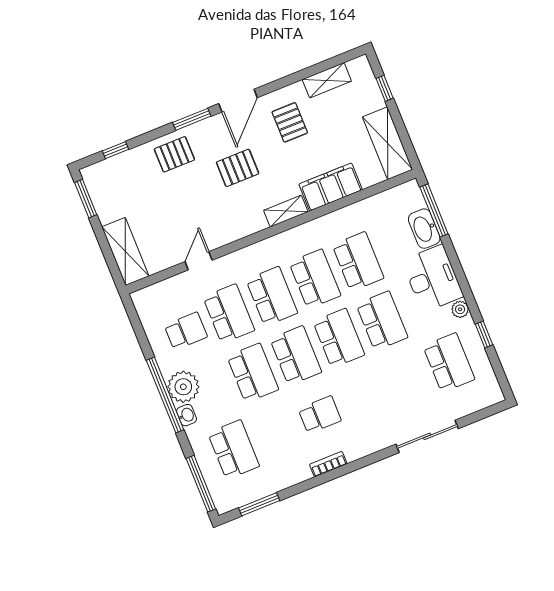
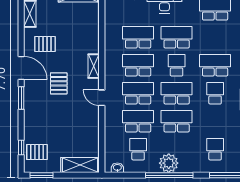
pallet: (174, 154) -> (37, 152), moved, turned 90
filing cabinet: (331, 187) -> (90, 36), removed
door: (199, 261) -> (102, 98), moved
school desk: (339, 338) -> (177, 65), width x0.54
school desk: (363, 397) -> (215, 65), added
washbasin: (186, 415) -> (117, 168), moved
school desk: (234, 450) -> (215, 149), width x0.54

